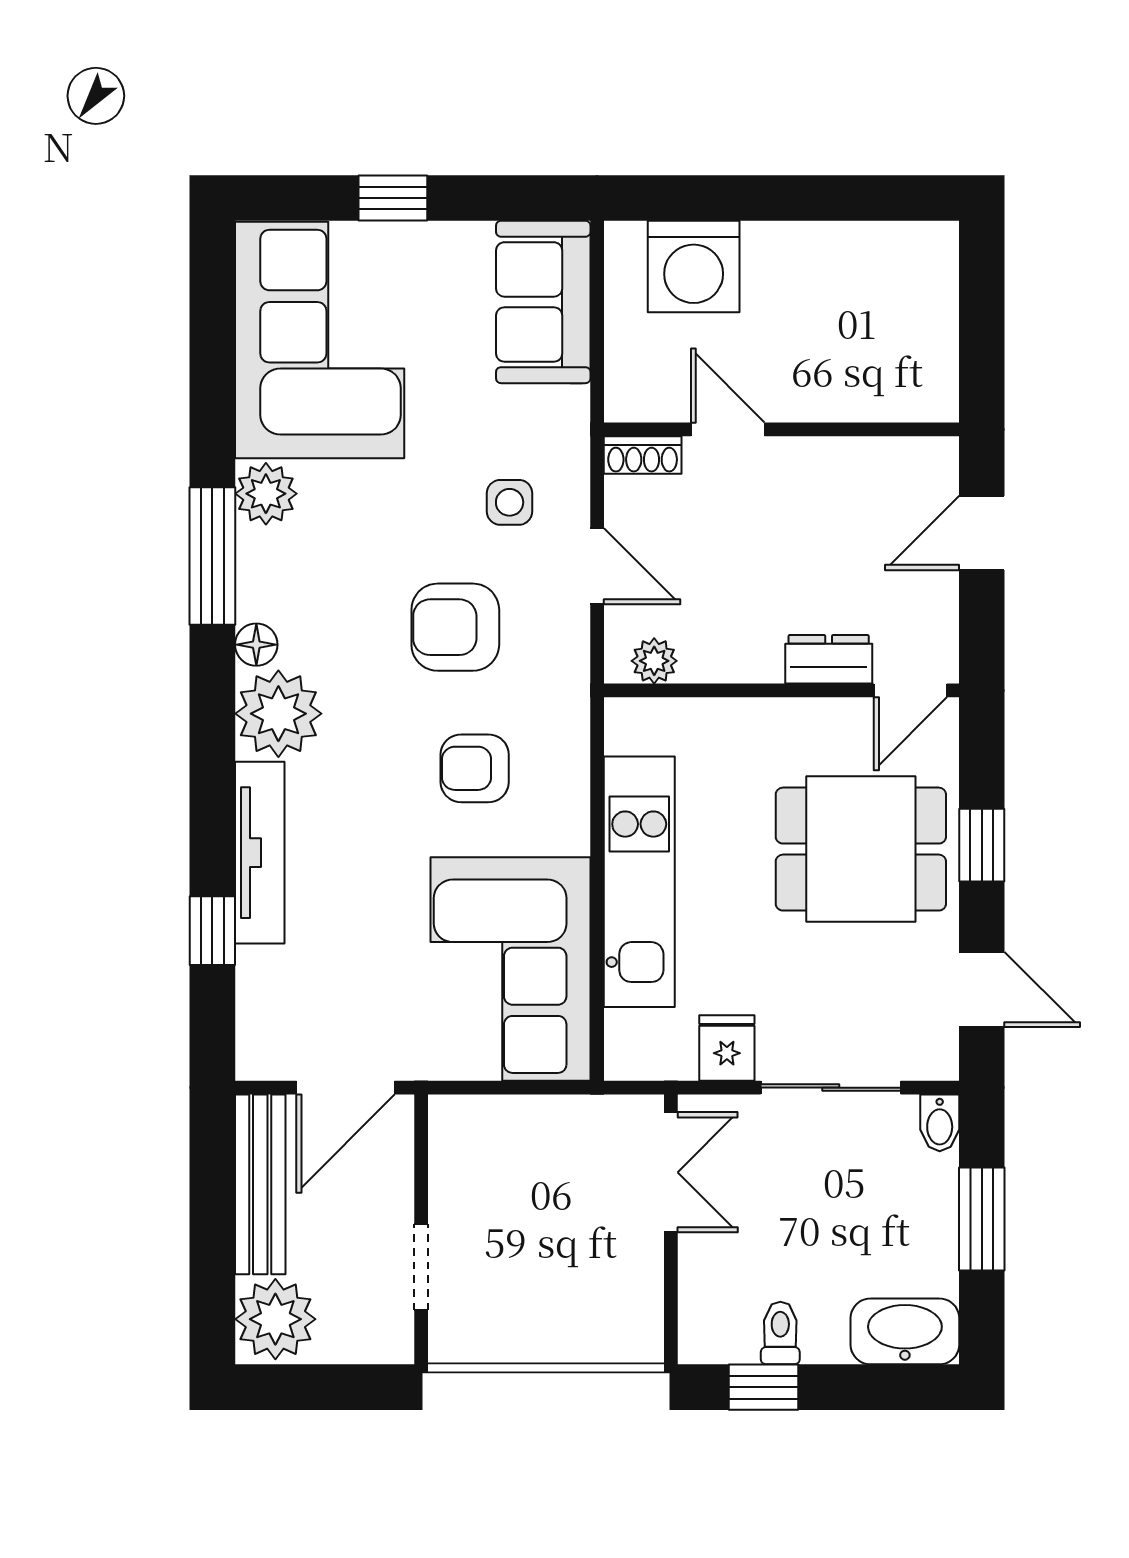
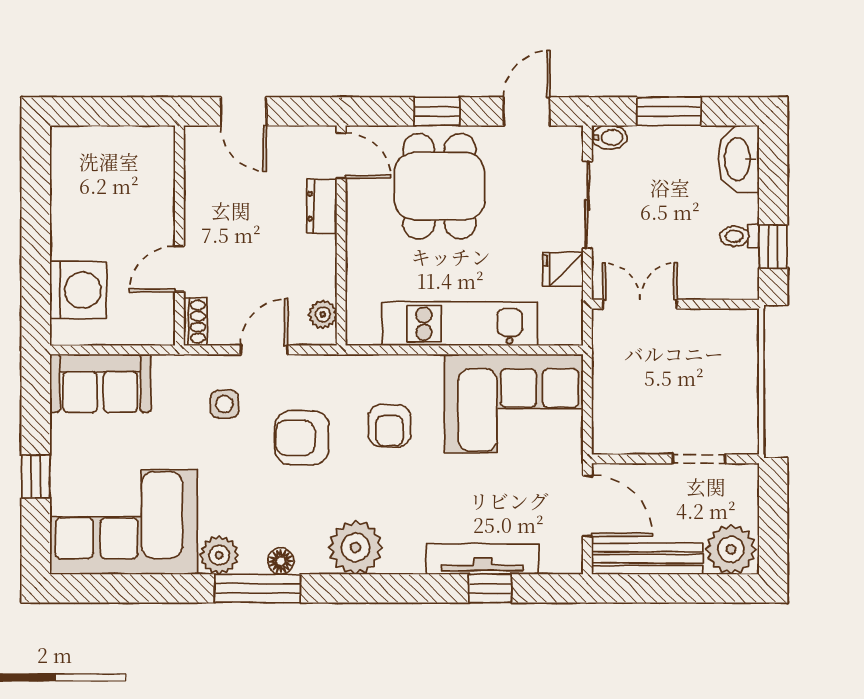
armchair: (455, 627) -> (302, 438), turned 90
floor lamp: (256, 645) -> (281, 561), moved
tv unit: (260, 853) -> (482, 559), moved

